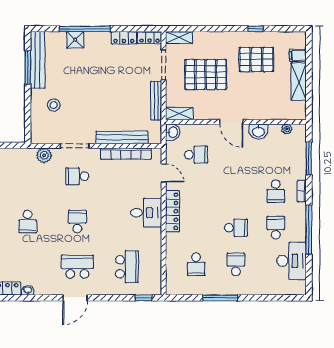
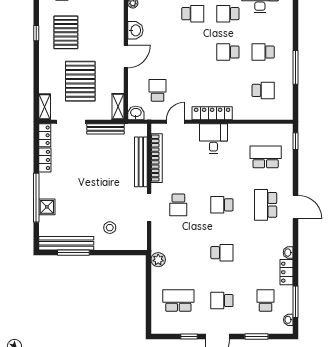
plant: (44, 155) -> (158, 260), moved
school desk: (236, 228) -> (228, 52), turned -90

